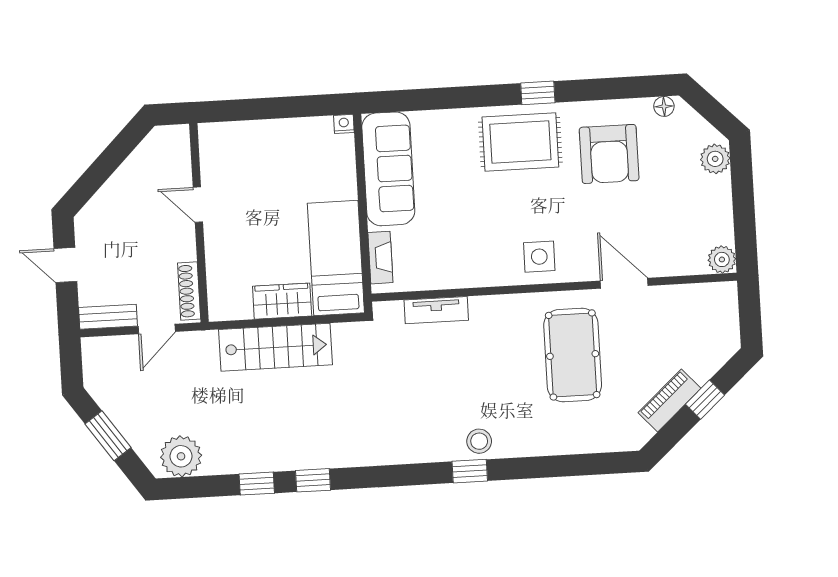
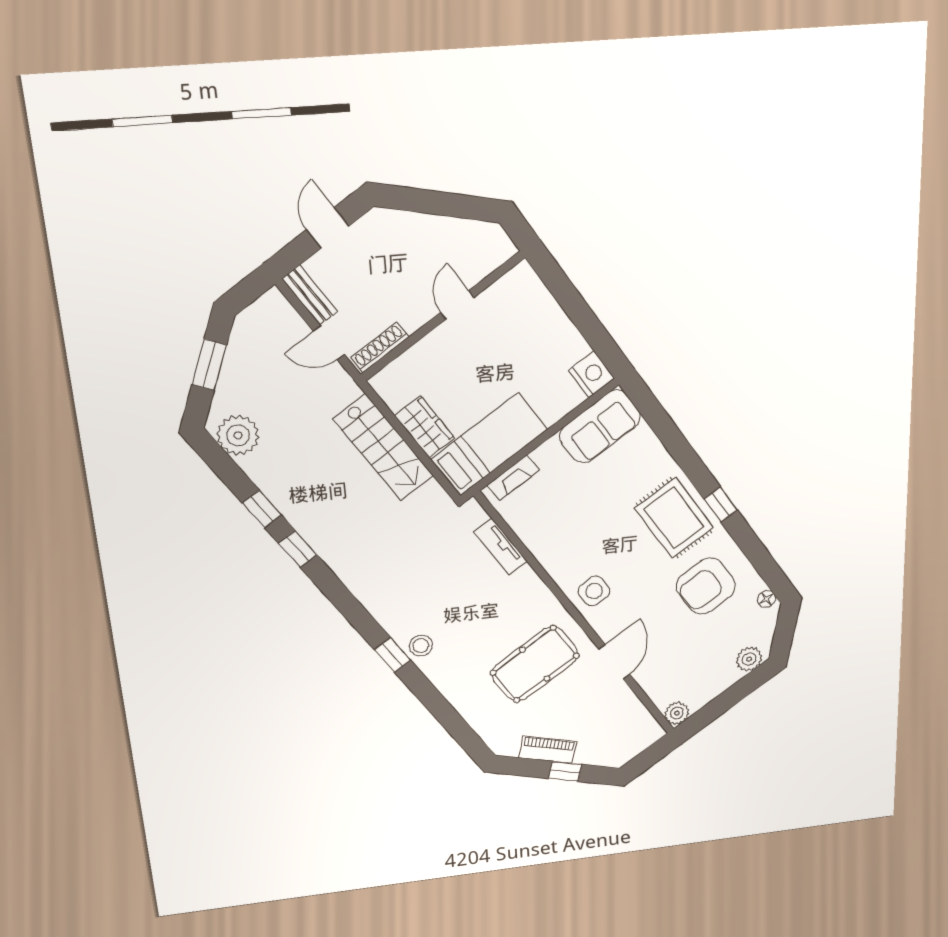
nightstand: (344, 124) -> (592, 374), width x1.89, depth x1.79
sofa: (388, 169) -> (600, 426), width x0.73

